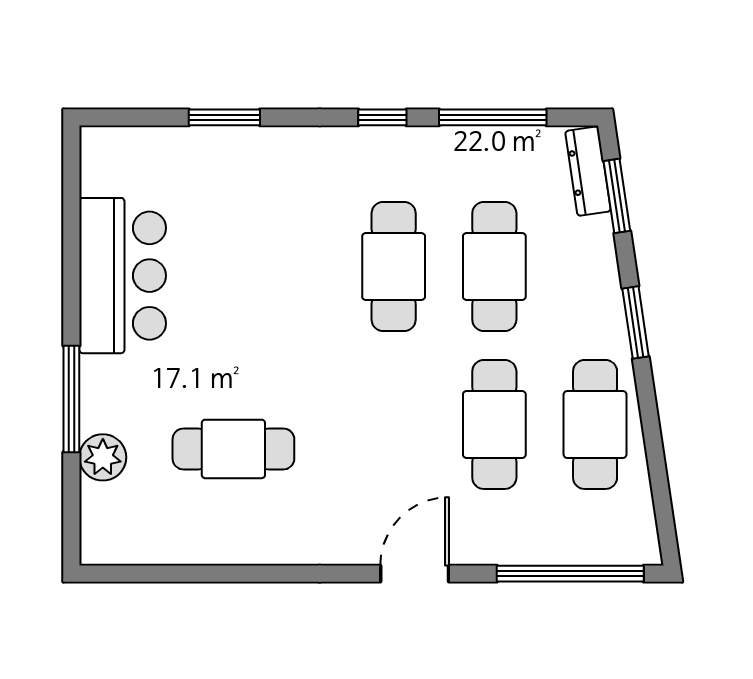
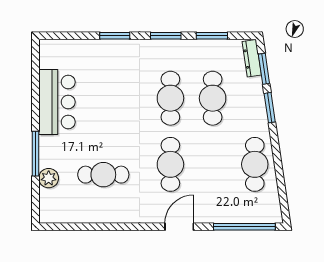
window: (224, 117) -> (115, 36), moved
window: (382, 117) -> (166, 36), width x1.50
window: (493, 117) -> (212, 36), width x0.69
window: (636, 322) -> (270, 108), moved
cafe table: (494, 424) -> (170, 164), moved

